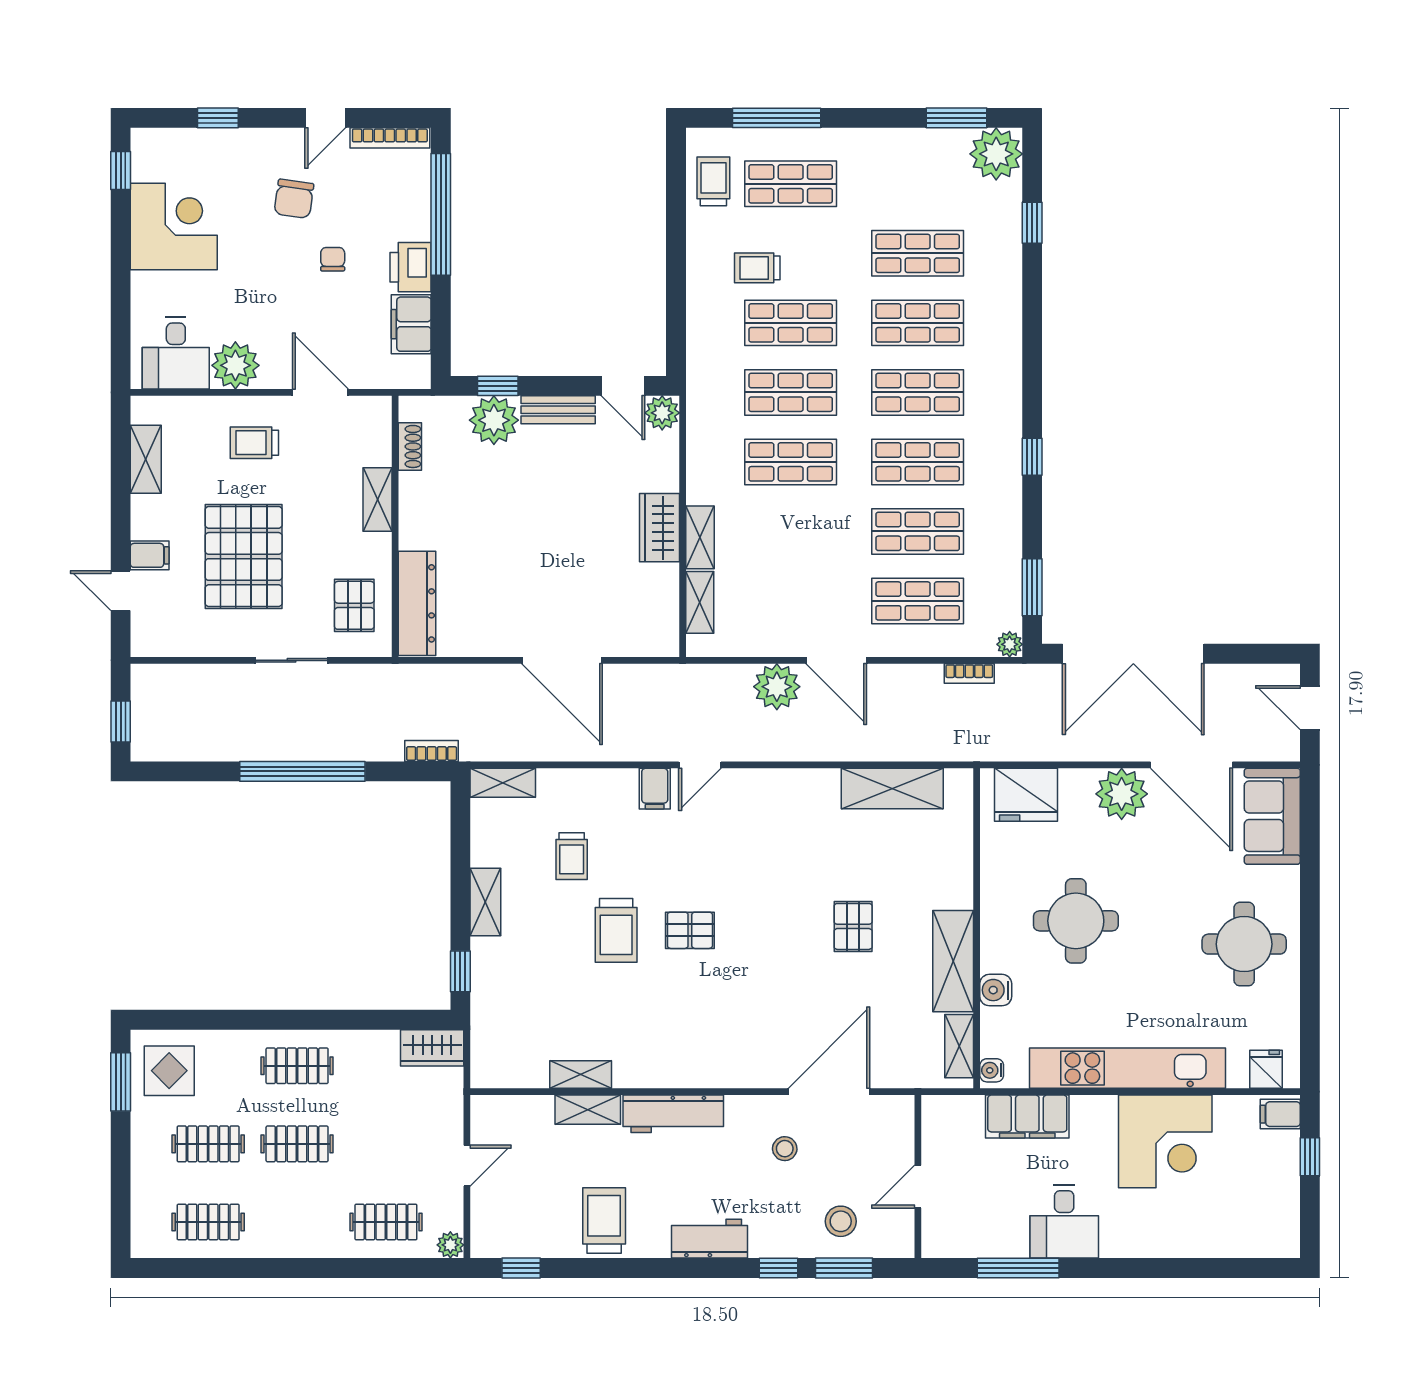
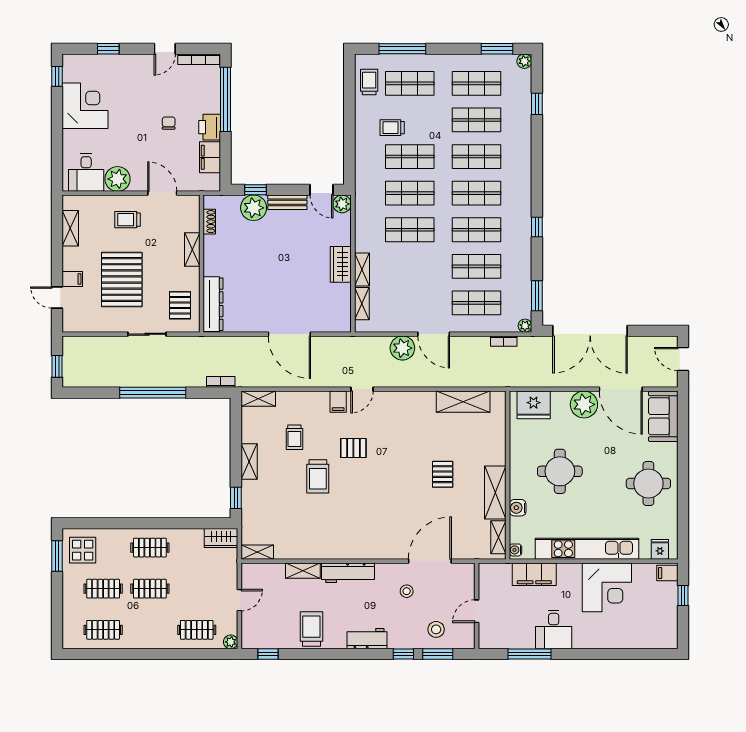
plant: (996, 154) -> (524, 61), width x0.53, depth x0.53
shop shelf: (918, 184) -> (477, 83), added
chair: (294, 199) -> (148, 91), removed
pallet: (690, 930) -> (353, 448), moved
shelving: (581, 1075) -> (257, 552), moved

